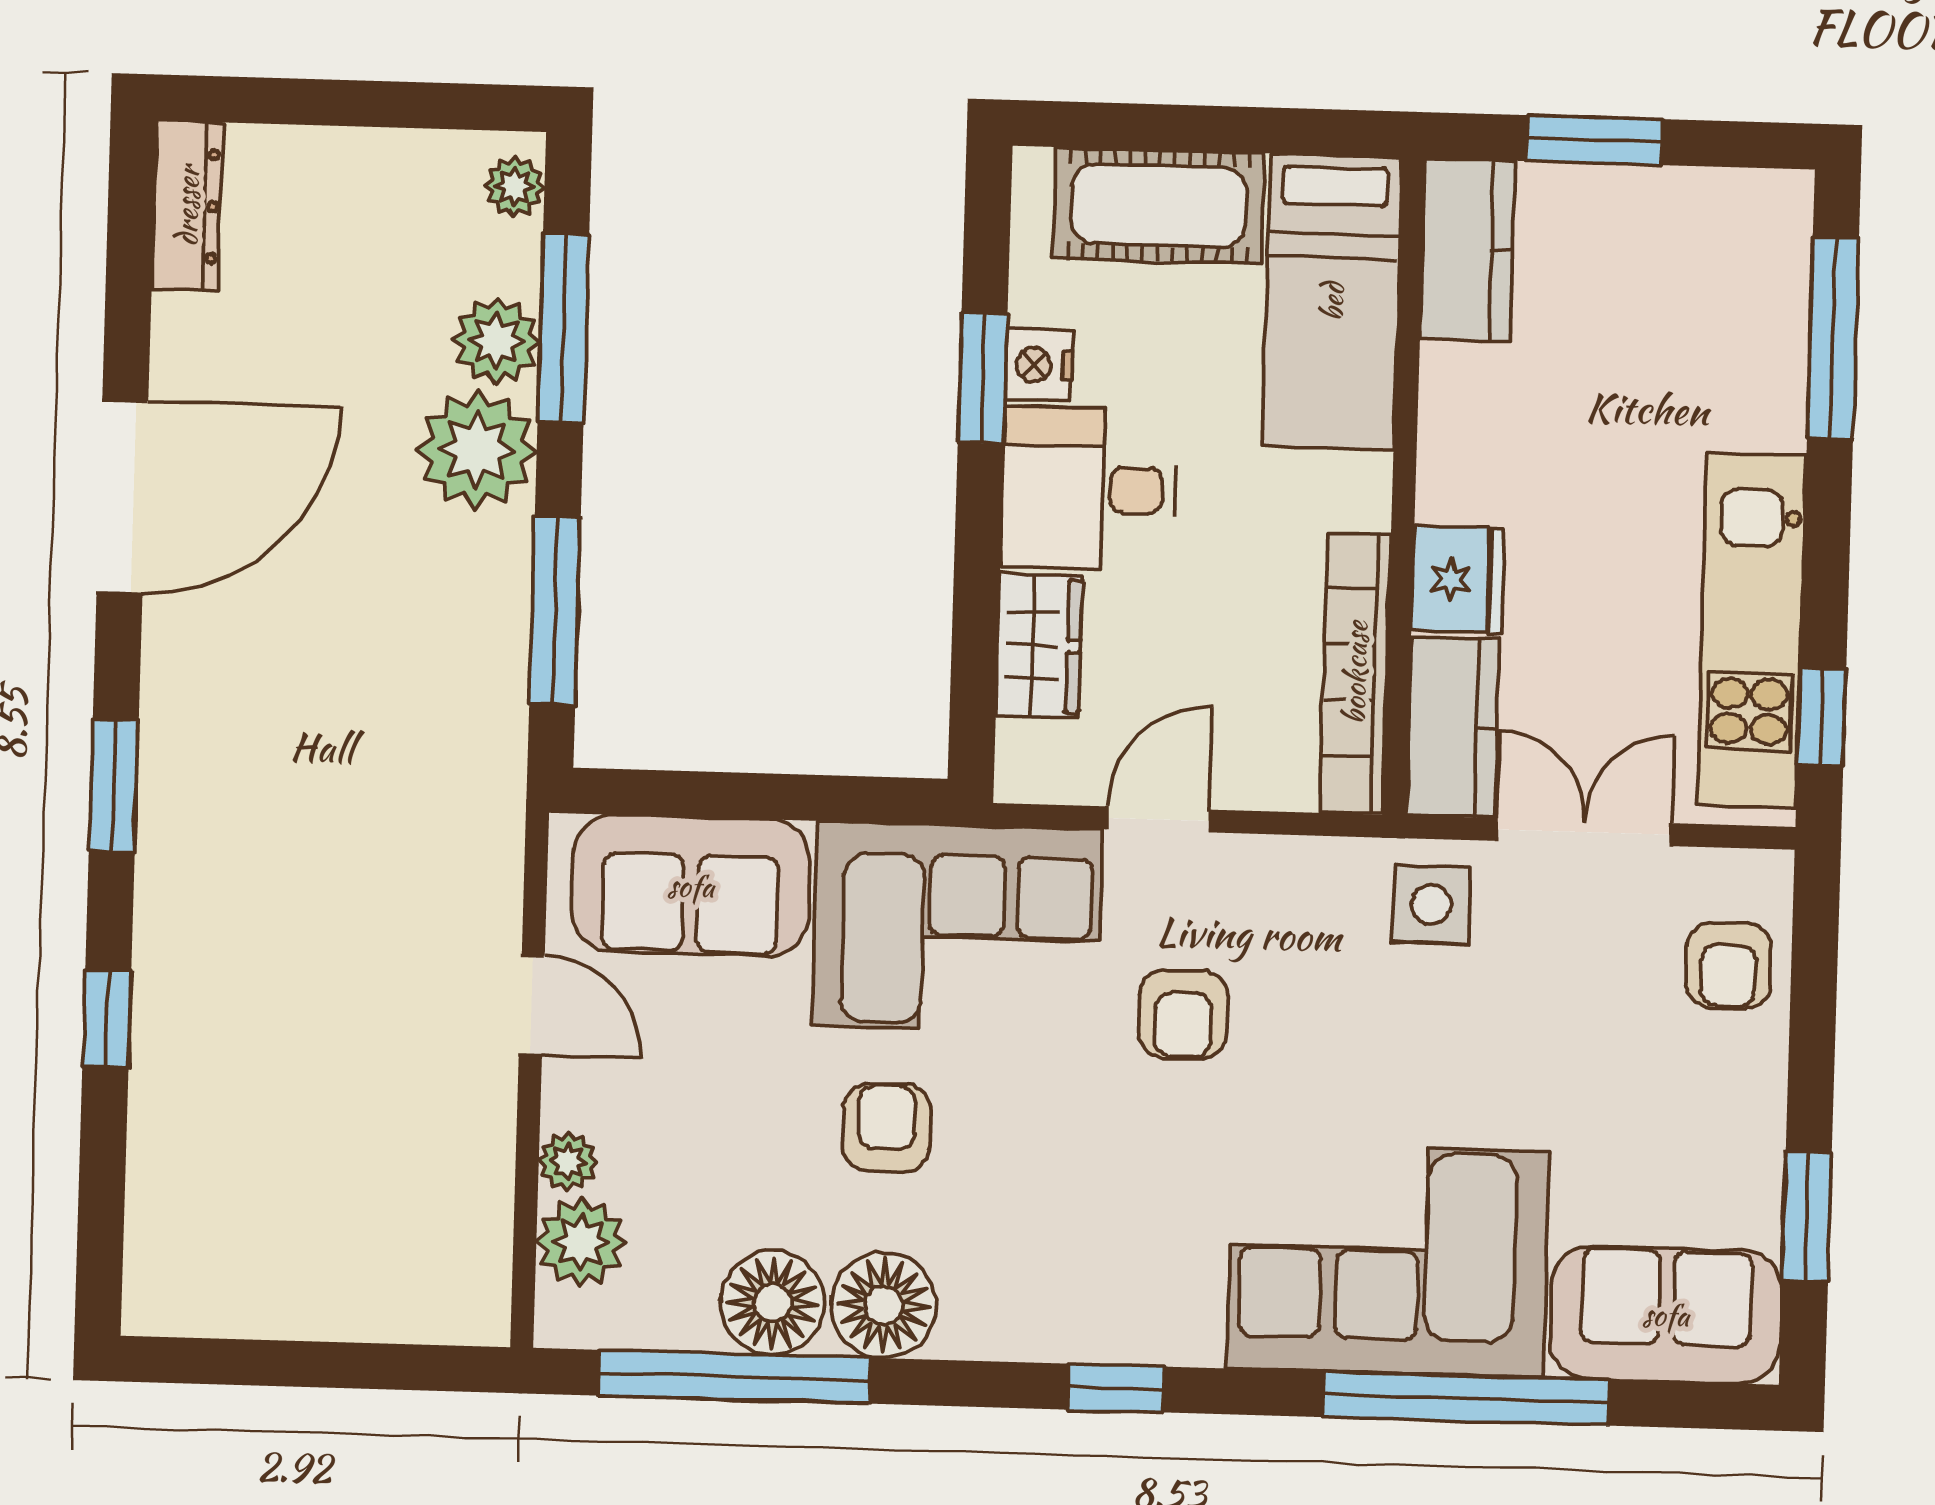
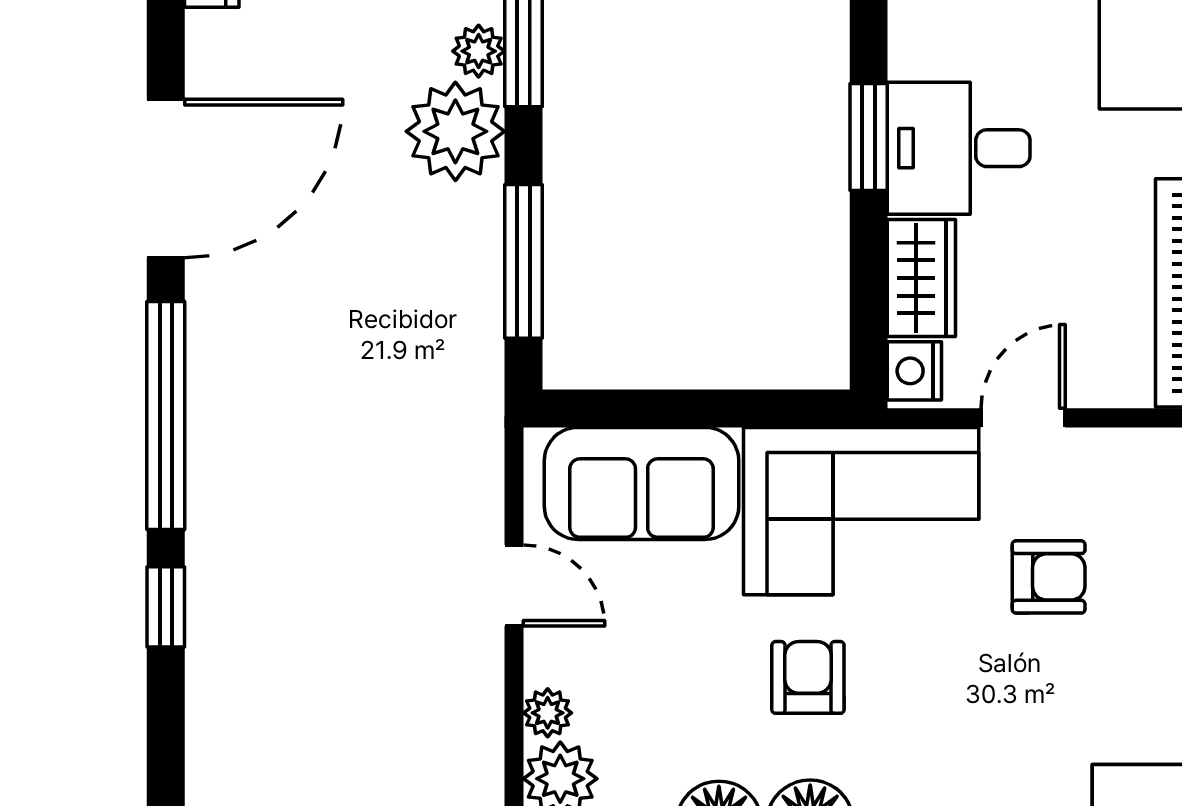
plant: (496, 341) -> (479, 51), width x0.73, depth x0.73
nightstand: (1039, 365) -> (914, 371), moved
window: (983, 378) -> (869, 137), moved
window: (114, 786) -> (166, 416), width x2.11
armchair: (1183, 1014) -> (1049, 577), turned -90

